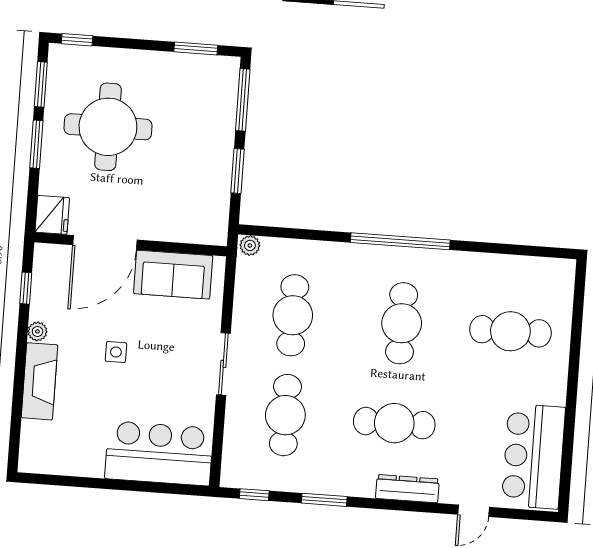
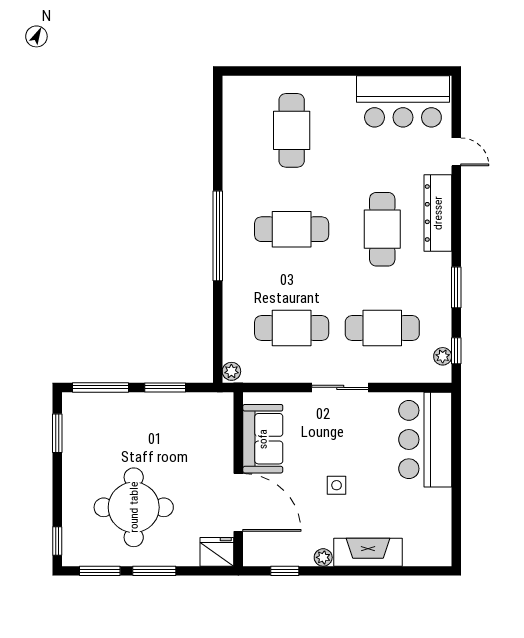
plant: (249, 479) -> (443, 356), added
dresser: (407, 489) -> (438, 213), width x1.37, depth x1.24

